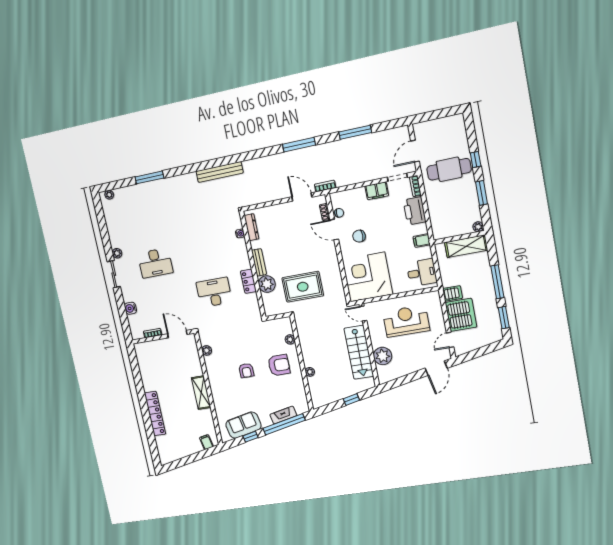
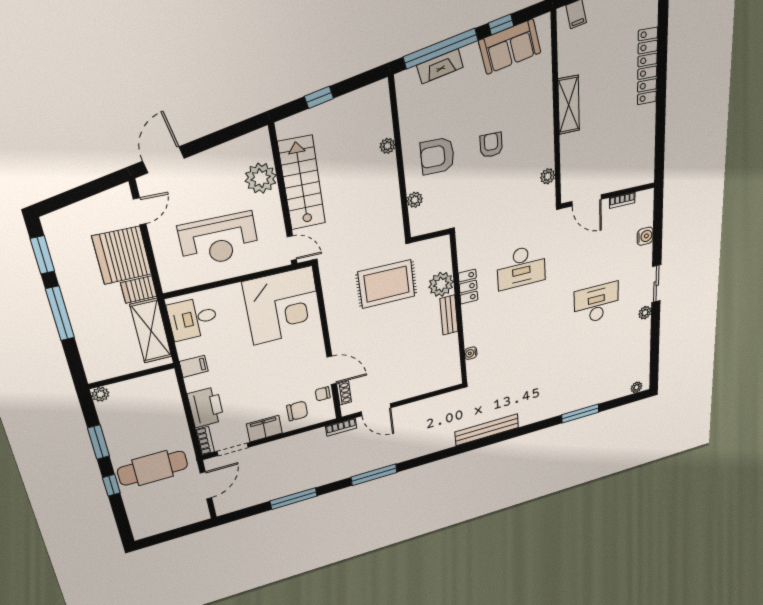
dresser: (252, 227) -> (453, 363), removed
chair: (359, 236) -> (297, 411), moved
shelving: (466, 246) -> (151, 331), moved, turned 90

